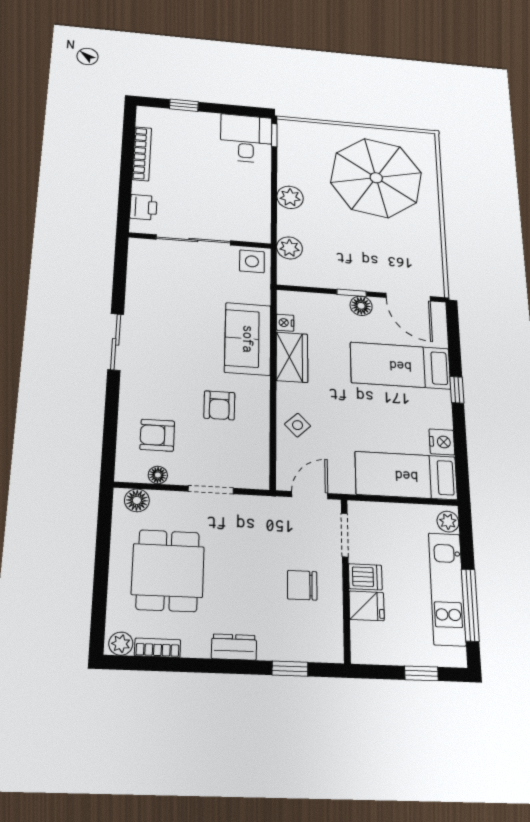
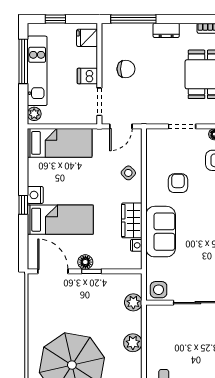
nightstand: (442, 442) -> (35, 195), moved
fridge: (367, 606) -> (87, 38), moved
window: (290, 669) -> (133, 19), width x2.17

